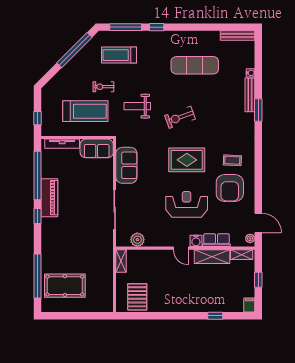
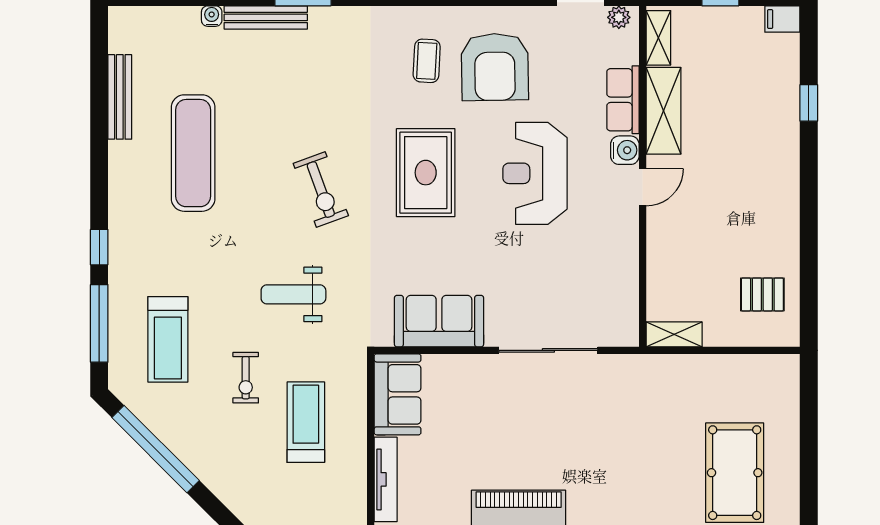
bench: (237, 36) -> (120, 97), moved
weight bench: (137, 106) -> (293, 294), turned 90
treadmill: (85, 111) -> (306, 422), width x0.73, depth x0.73
armchair: (230, 188) -> (495, 67), turned 89
plant: (137, 240) -> (622, 294), removed
pallet: (137, 297) -> (762, 294), width x0.67, depth x0.71

